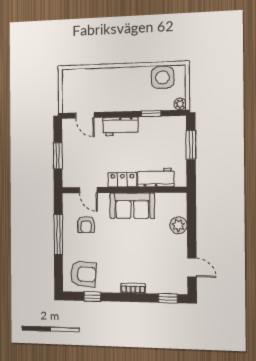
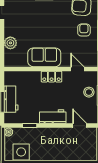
stool: (73, 160) -> (89, 92), added
workbench: (156, 178) -> (11, 99), moved, turned -90
armchair: (86, 224) -> (84, 30), moved

